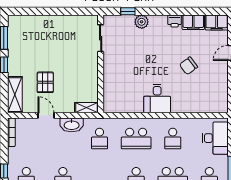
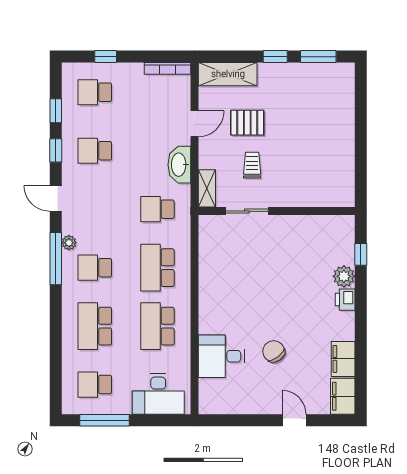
printer: (175, 21) -> (345, 300), moved
sliding door: (101, 38) -> (247, 211), moved
trolley: (72, 79) -> (252, 165), added
desk: (157, 99) -> (221, 356), moved
school desk: (173, 139) -> (157, 326), width x1.85

